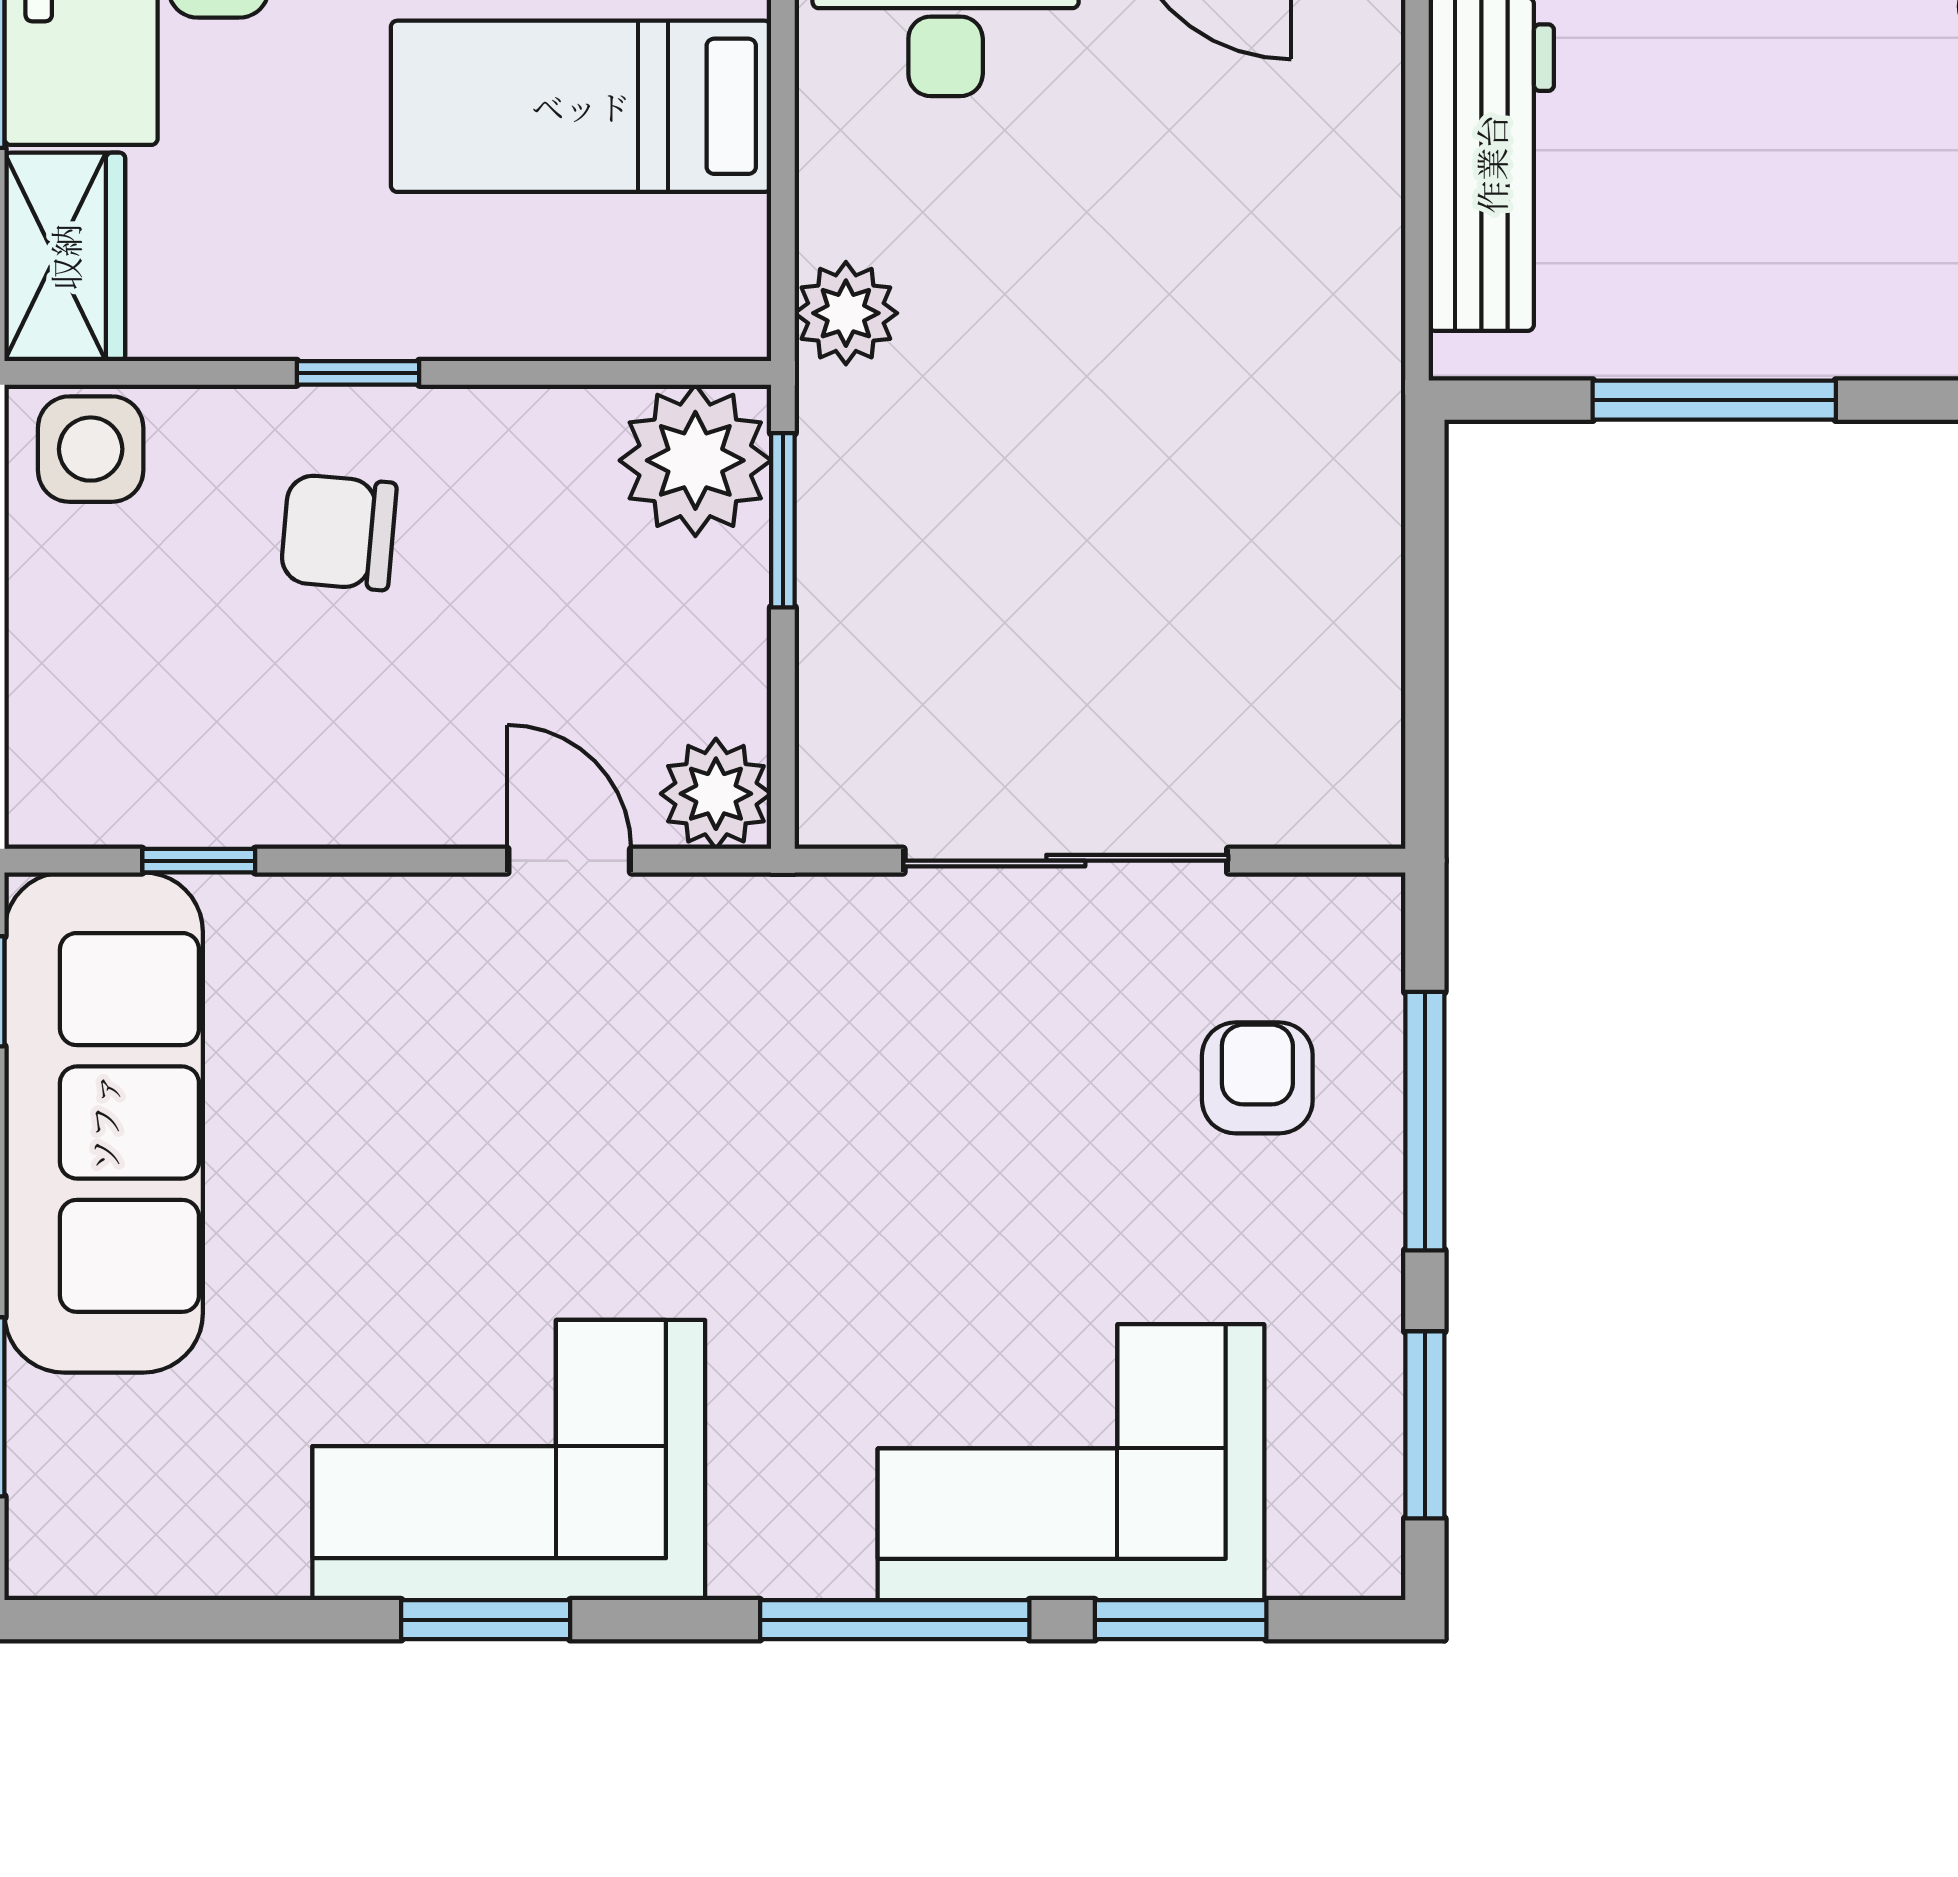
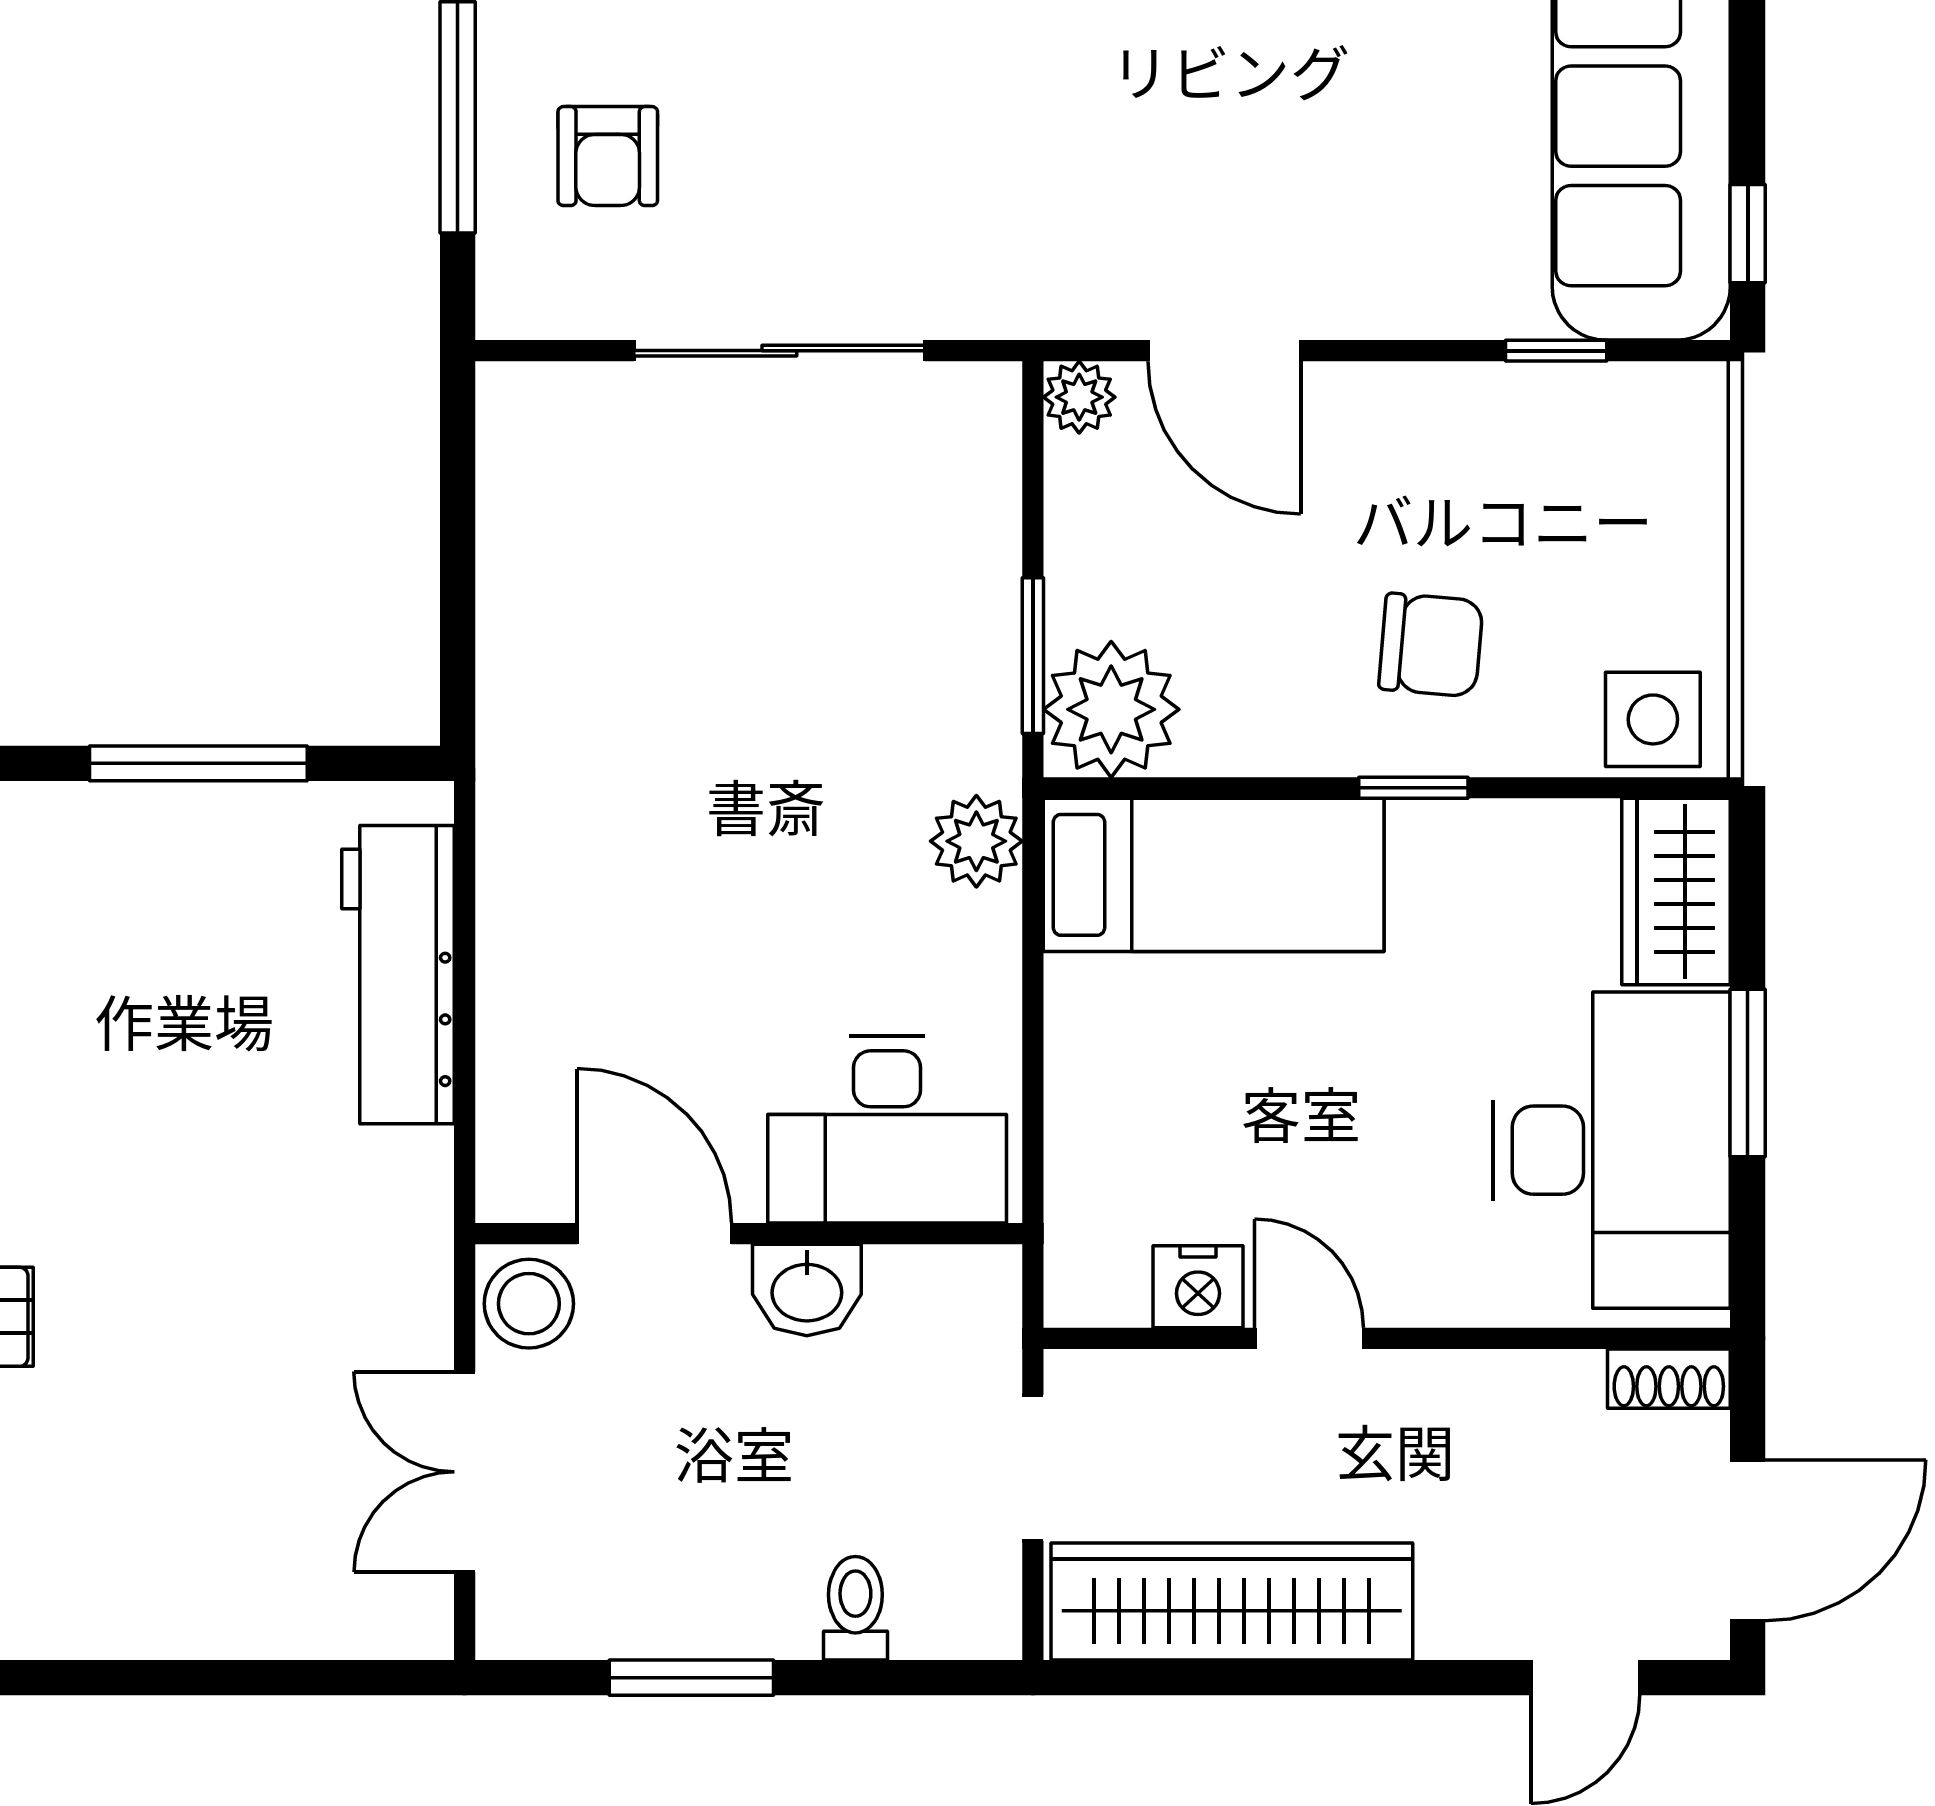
bed: (581, 106) -> (1214, 875), moved
plant: (716, 794) -> (1079, 397), width x0.73, depth x0.73
door: (569, 861) -> (1224, 351), width x1.38

